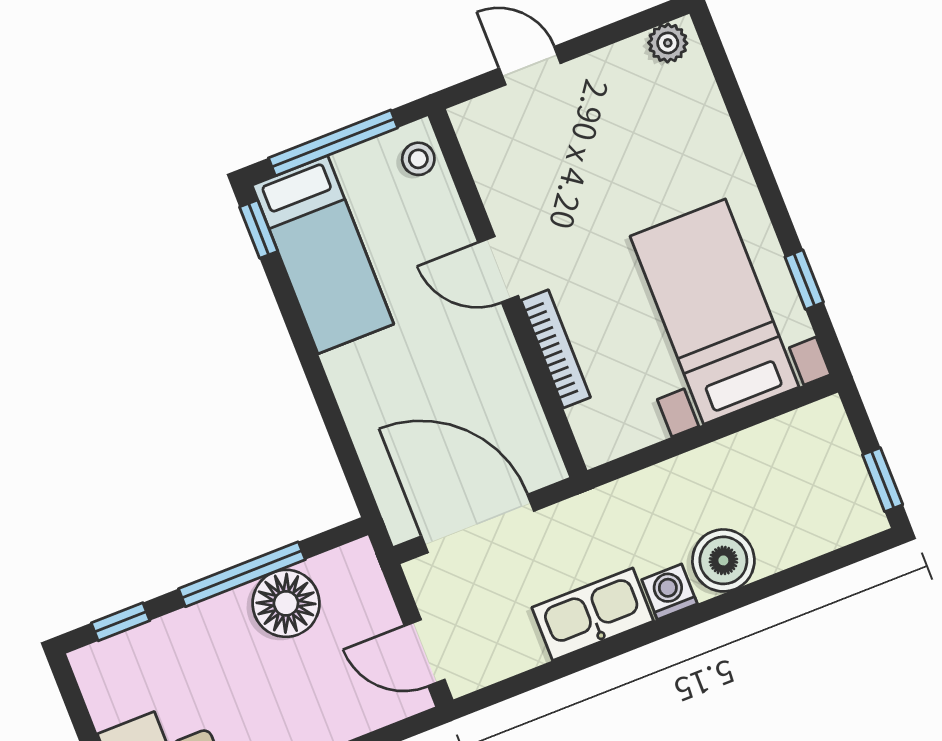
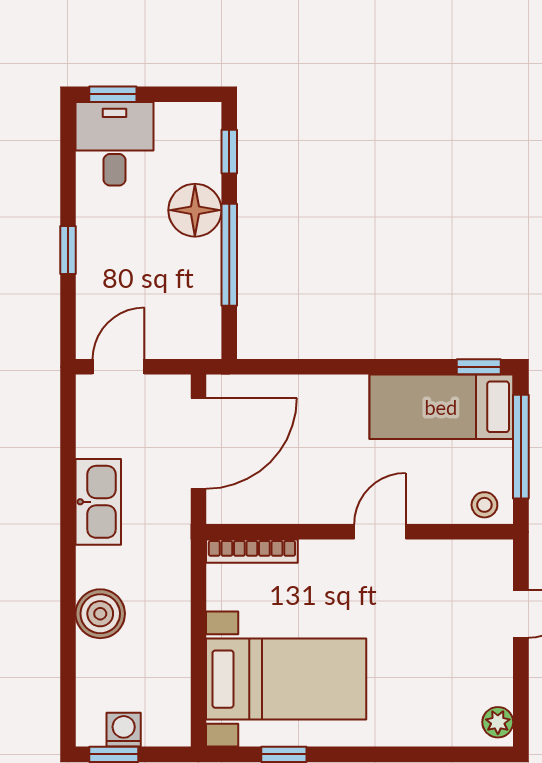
bookcase: (556, 349) -> (252, 551), moved
washing machine: (669, 592) -> (124, 730), moved, turned -90
floor lamp: (286, 603) -> (195, 210), moved

